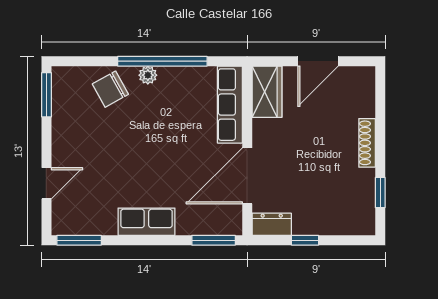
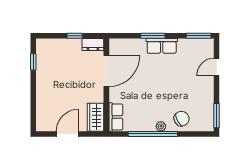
row of seats: (230, 105) -> (116, 117), width x0.68
shoe rack: (367, 143) -> (41, 89), removed
window: (214, 240) -> (153, 36), moved

